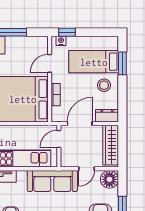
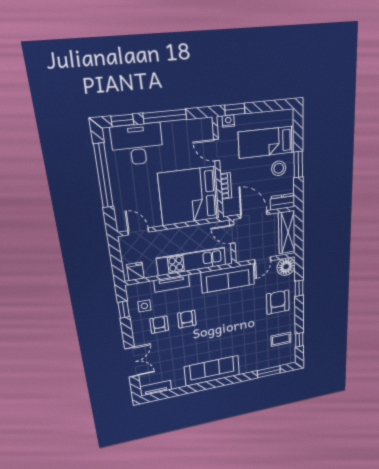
door: (50, 63) -> (217, 150), hinge flipped
window: (122, 63) -> (298, 165), moved
door: (80, 124) -> (254, 214), hinge flipped
door: (59, 139) -> (232, 234), hinge flipped

